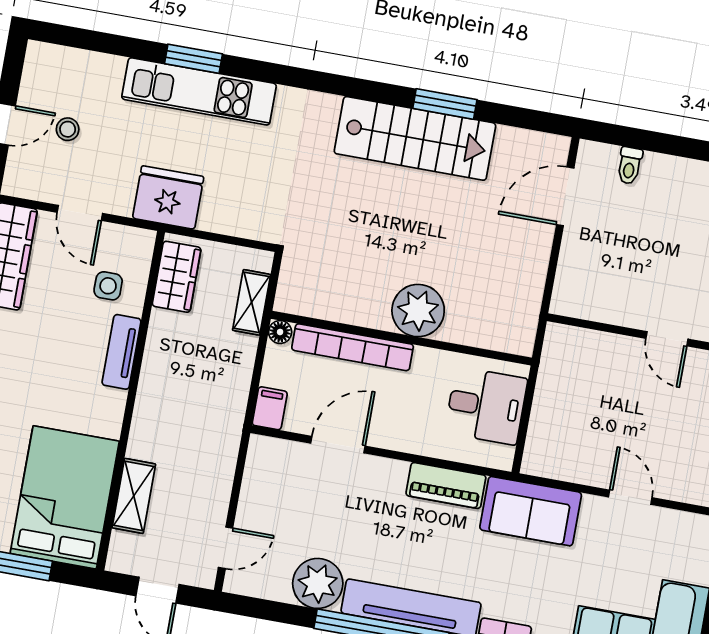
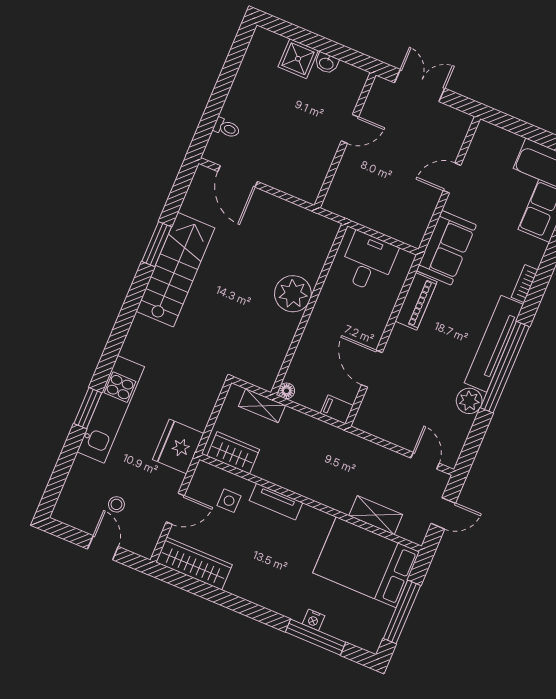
bookcase: (353, 347) -> (308, 344), removed
plant: (318, 583) -> (469, 401), width x0.73, depth x0.73

